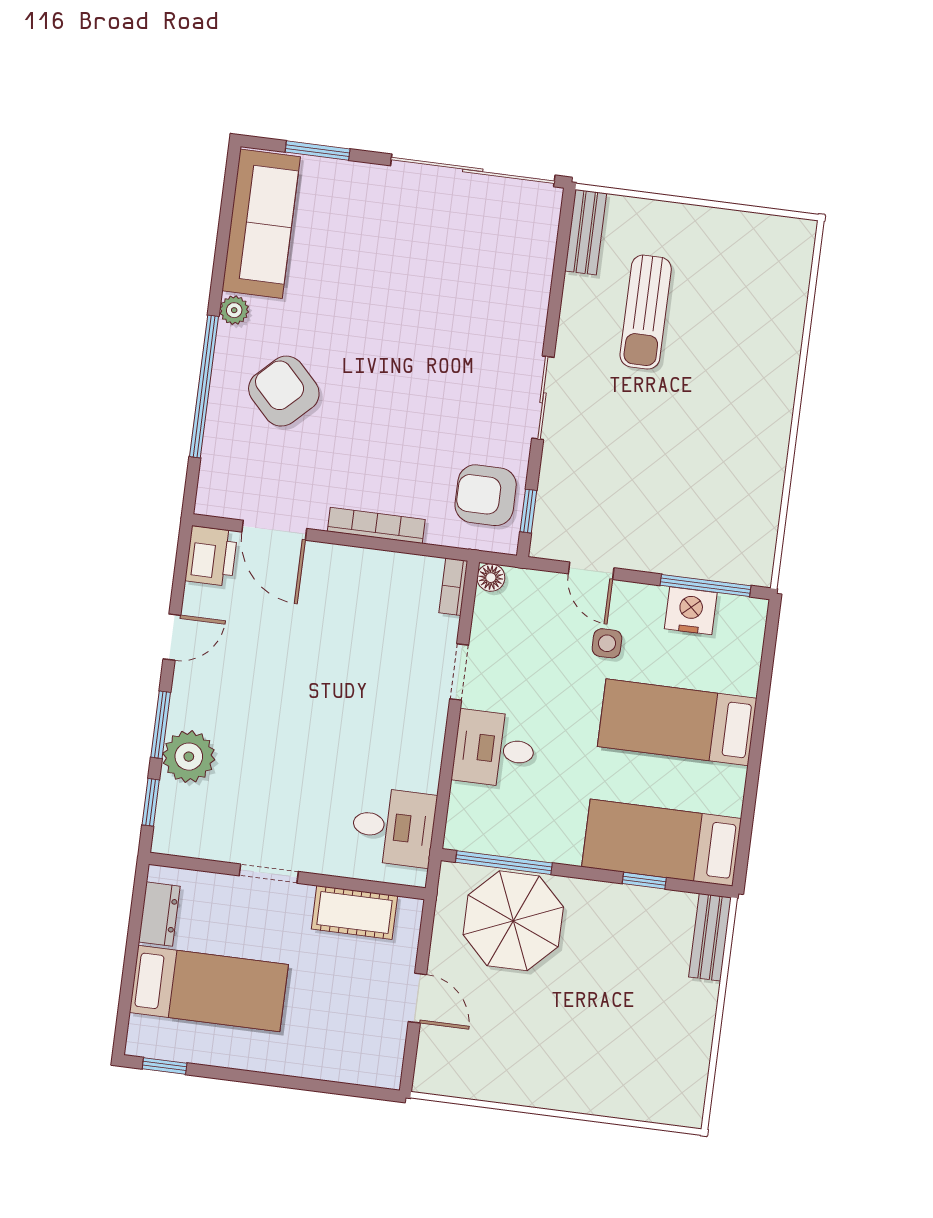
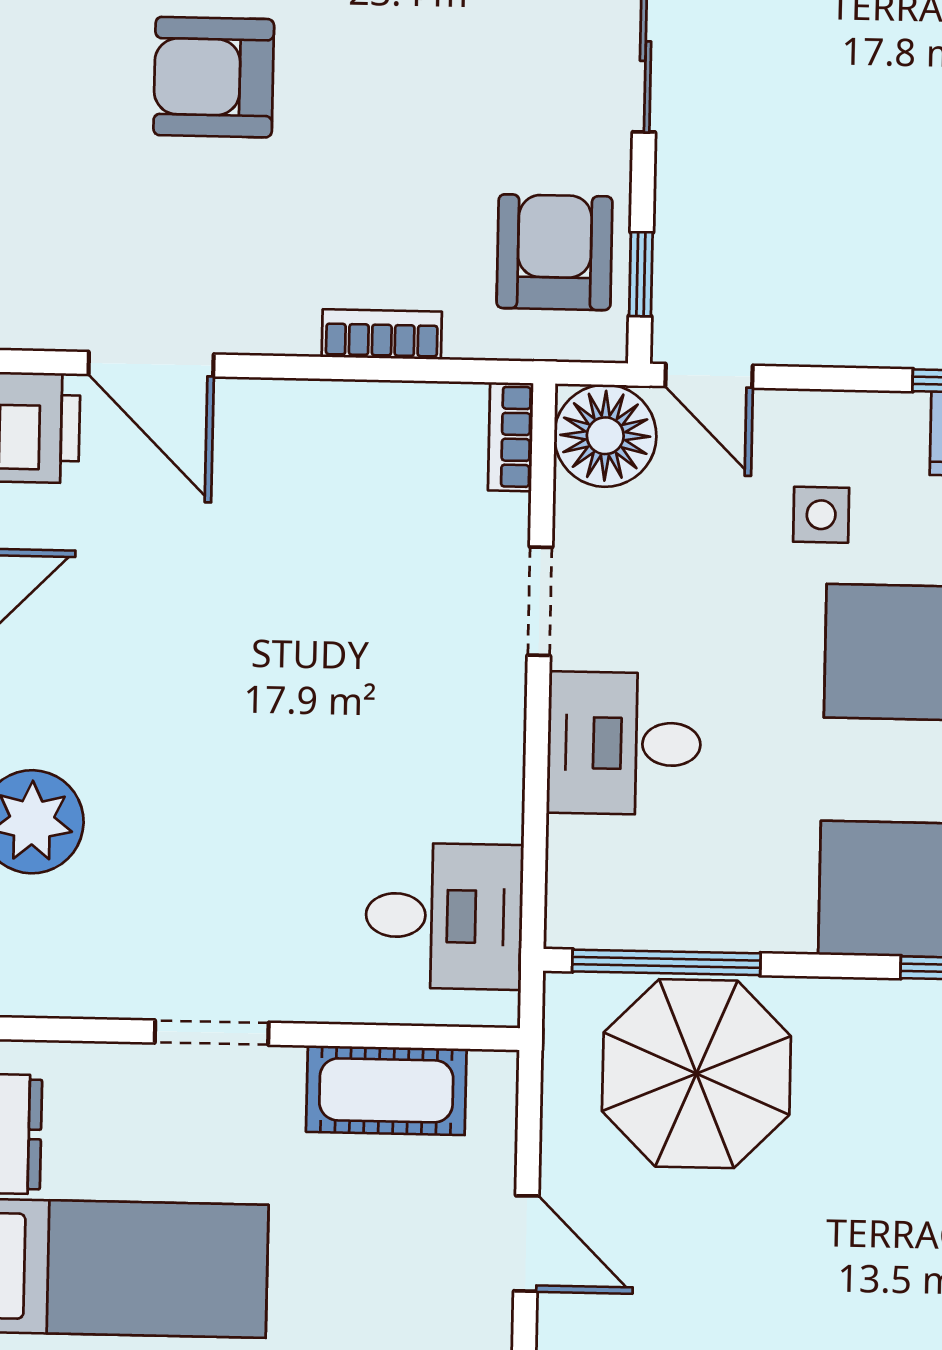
armchair: (284, 391) -> (214, 77), moved, turned -46
armchair: (486, 495) -> (555, 252), turned 90
bookcase: (376, 525) -> (382, 334), width x0.64
door: (591, 571) -> (709, 376), moved
floor lamp: (491, 578) -> (605, 436), width x1.89, depth x1.89

